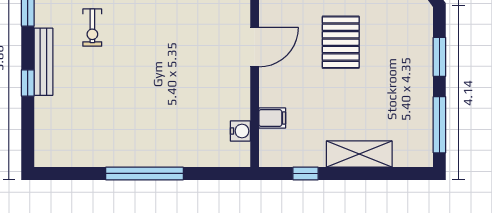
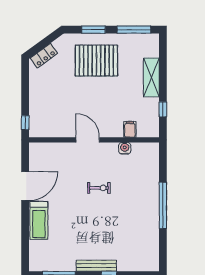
exercise bike: (92, 28) -> (99, 188), moved
pallet: (341, 42) -> (96, 61), moved, width x1.37, depth x1.41
water cooler: (240, 131) -> (125, 148), moved

